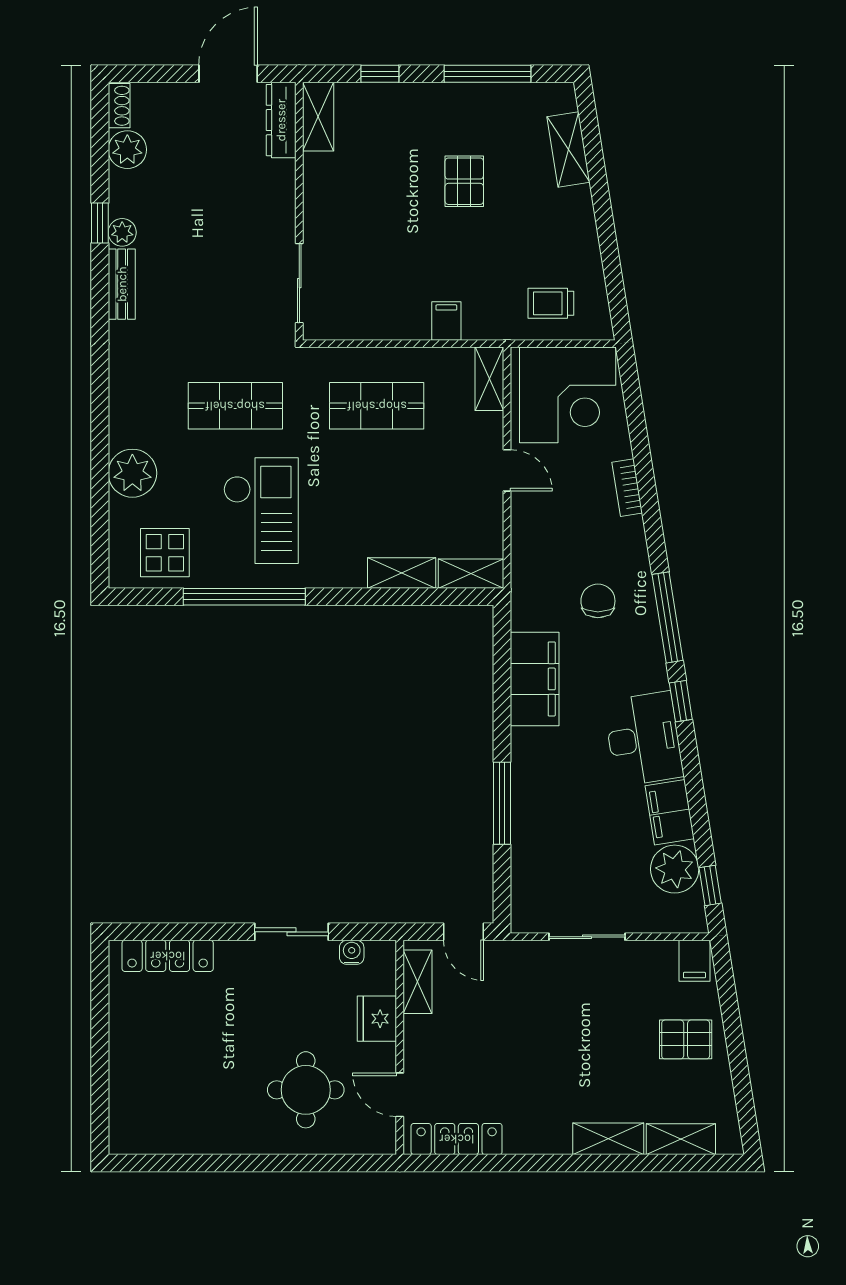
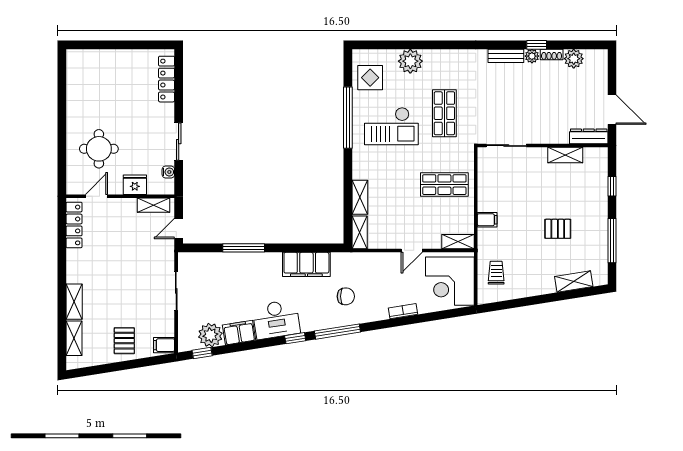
shoe rack: (119, 106) -> (552, 54), moved
shelving: (318, 117) -> (565, 155), moved
shop shelf: (377, 406) -> (444, 185), turned 90

